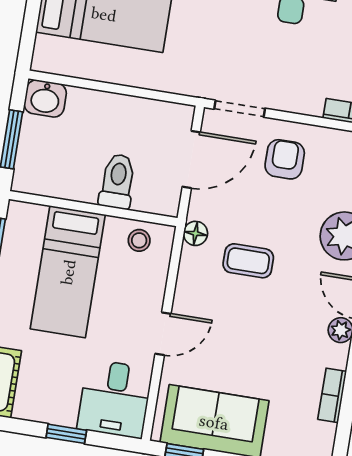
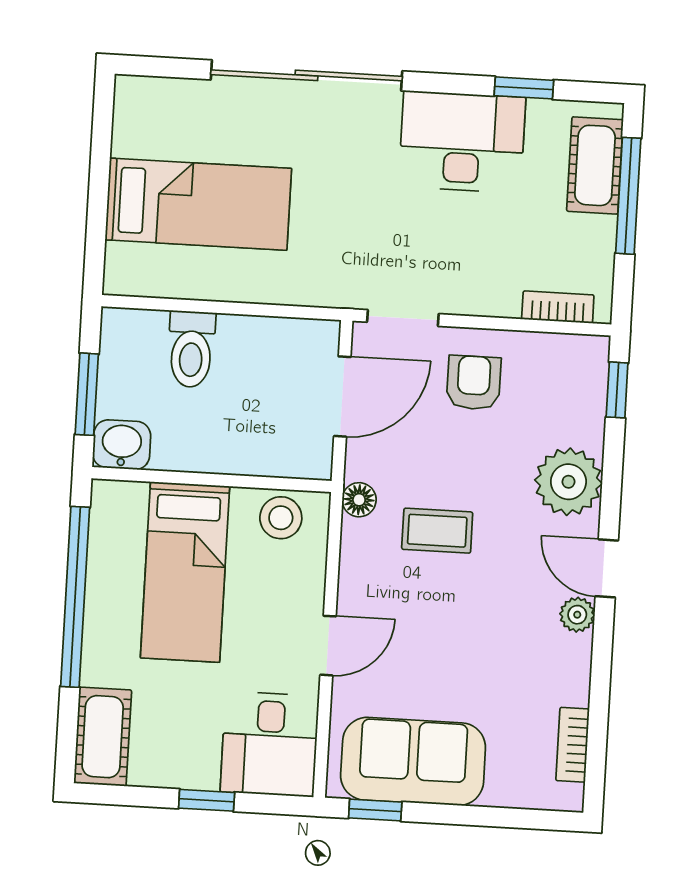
washbasin: (45, 98) -> (122, 445), moved, turned 180
toilet: (117, 181) -> (191, 349), moved, turned 180
stool: (139, 240) -> (281, 518), width x1.37, depth x1.37
bookcase: (332, 395) -> (573, 745), moved

